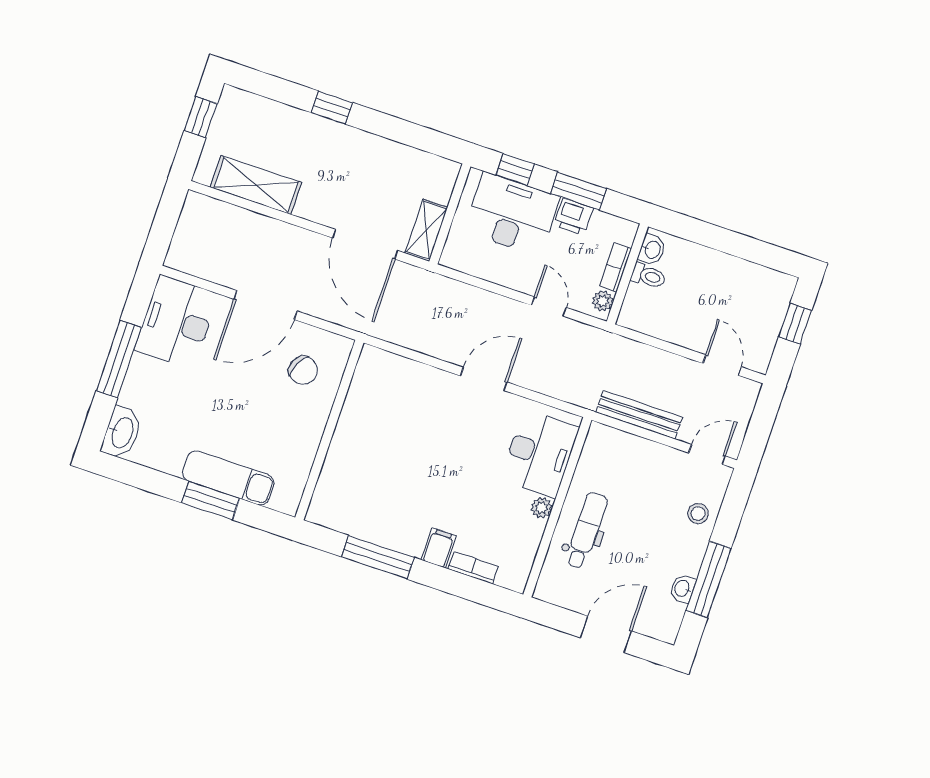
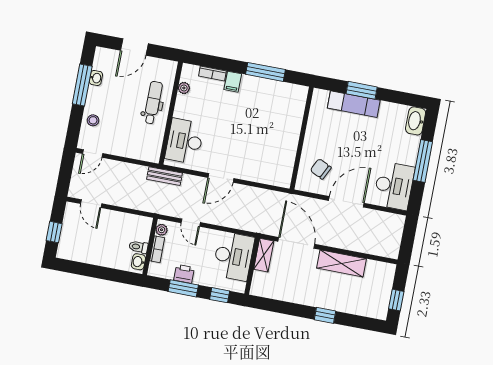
shelving: (256, 185) -> (342, 263), moved
desk: (512, 214) -> (233, 256), moved, turned -90
bench: (639, 415) -> (165, 176), moved, width x0.73
plant: (541, 508) -> (184, 88), moved
dental chair: (586, 530) -> (153, 103), turned 180

